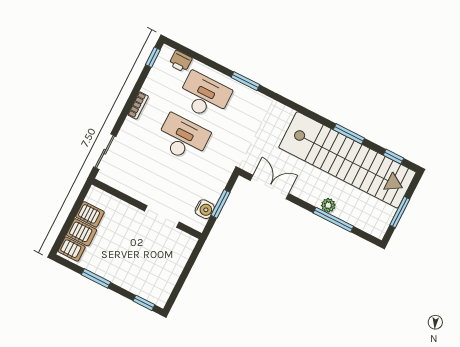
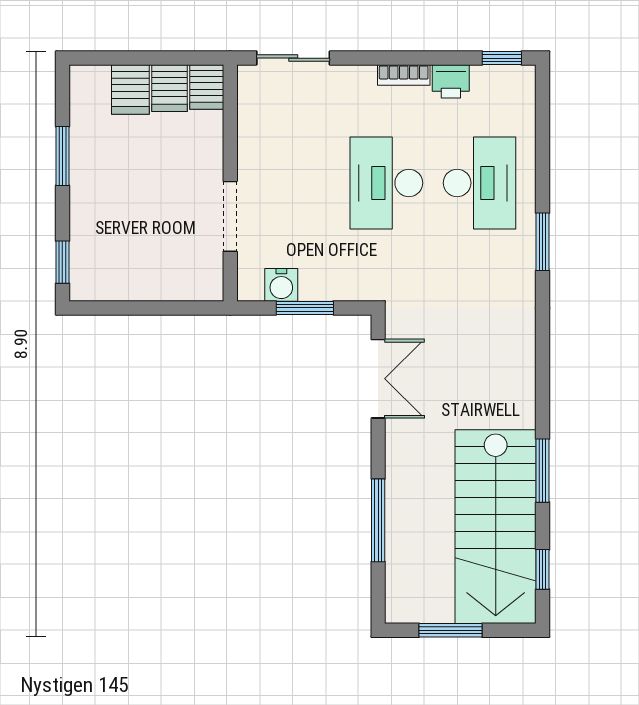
printer: (180, 61) -> (451, 81), moved, turned -90
desk: (183, 138) -> (386, 183), turned 180
stairs: (347, 160) -> (496, 527), width x0.73
plant: (328, 205) -> (399, 498), removed
server rack: (72, 249) -> (207, 87), moved

